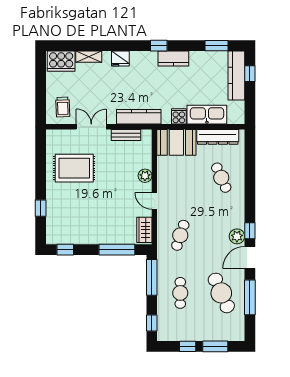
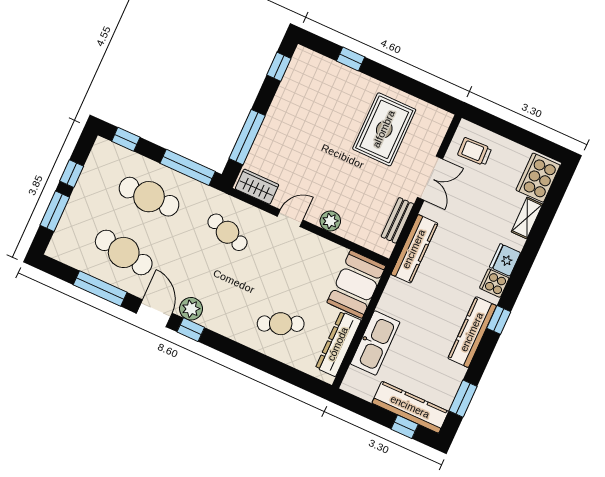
kitchen counter: (173, 59) -> (472, 332), width x1.50
cooker: (179, 116) -> (494, 283), moved, turned 180
cafe table: (180, 293) -> (149, 197), width x1.37, depth x1.35
cafe table: (221, 293) -> (124, 252), turned 33

